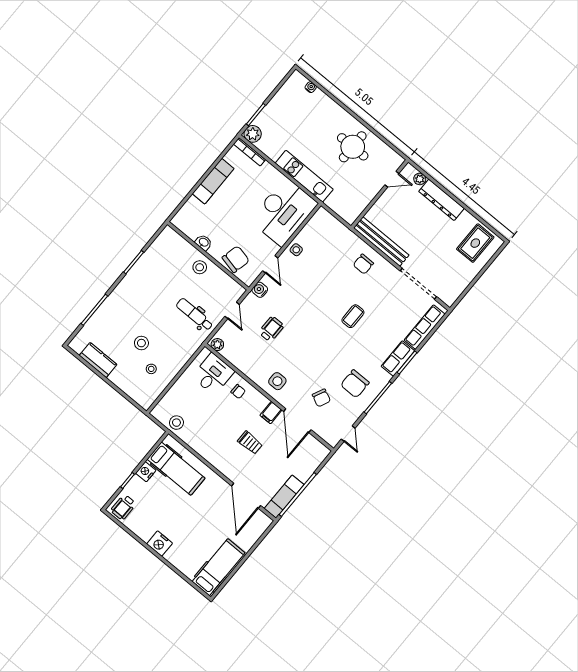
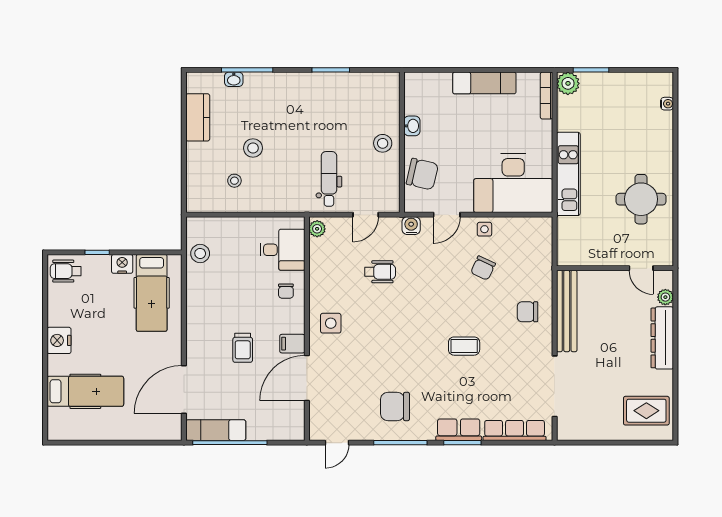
washbasin: (93, 322) -> (234, 79), added
chair: (321, 398) -> (483, 268), moved
hospital bed: (219, 567) -> (85, 391), moved

